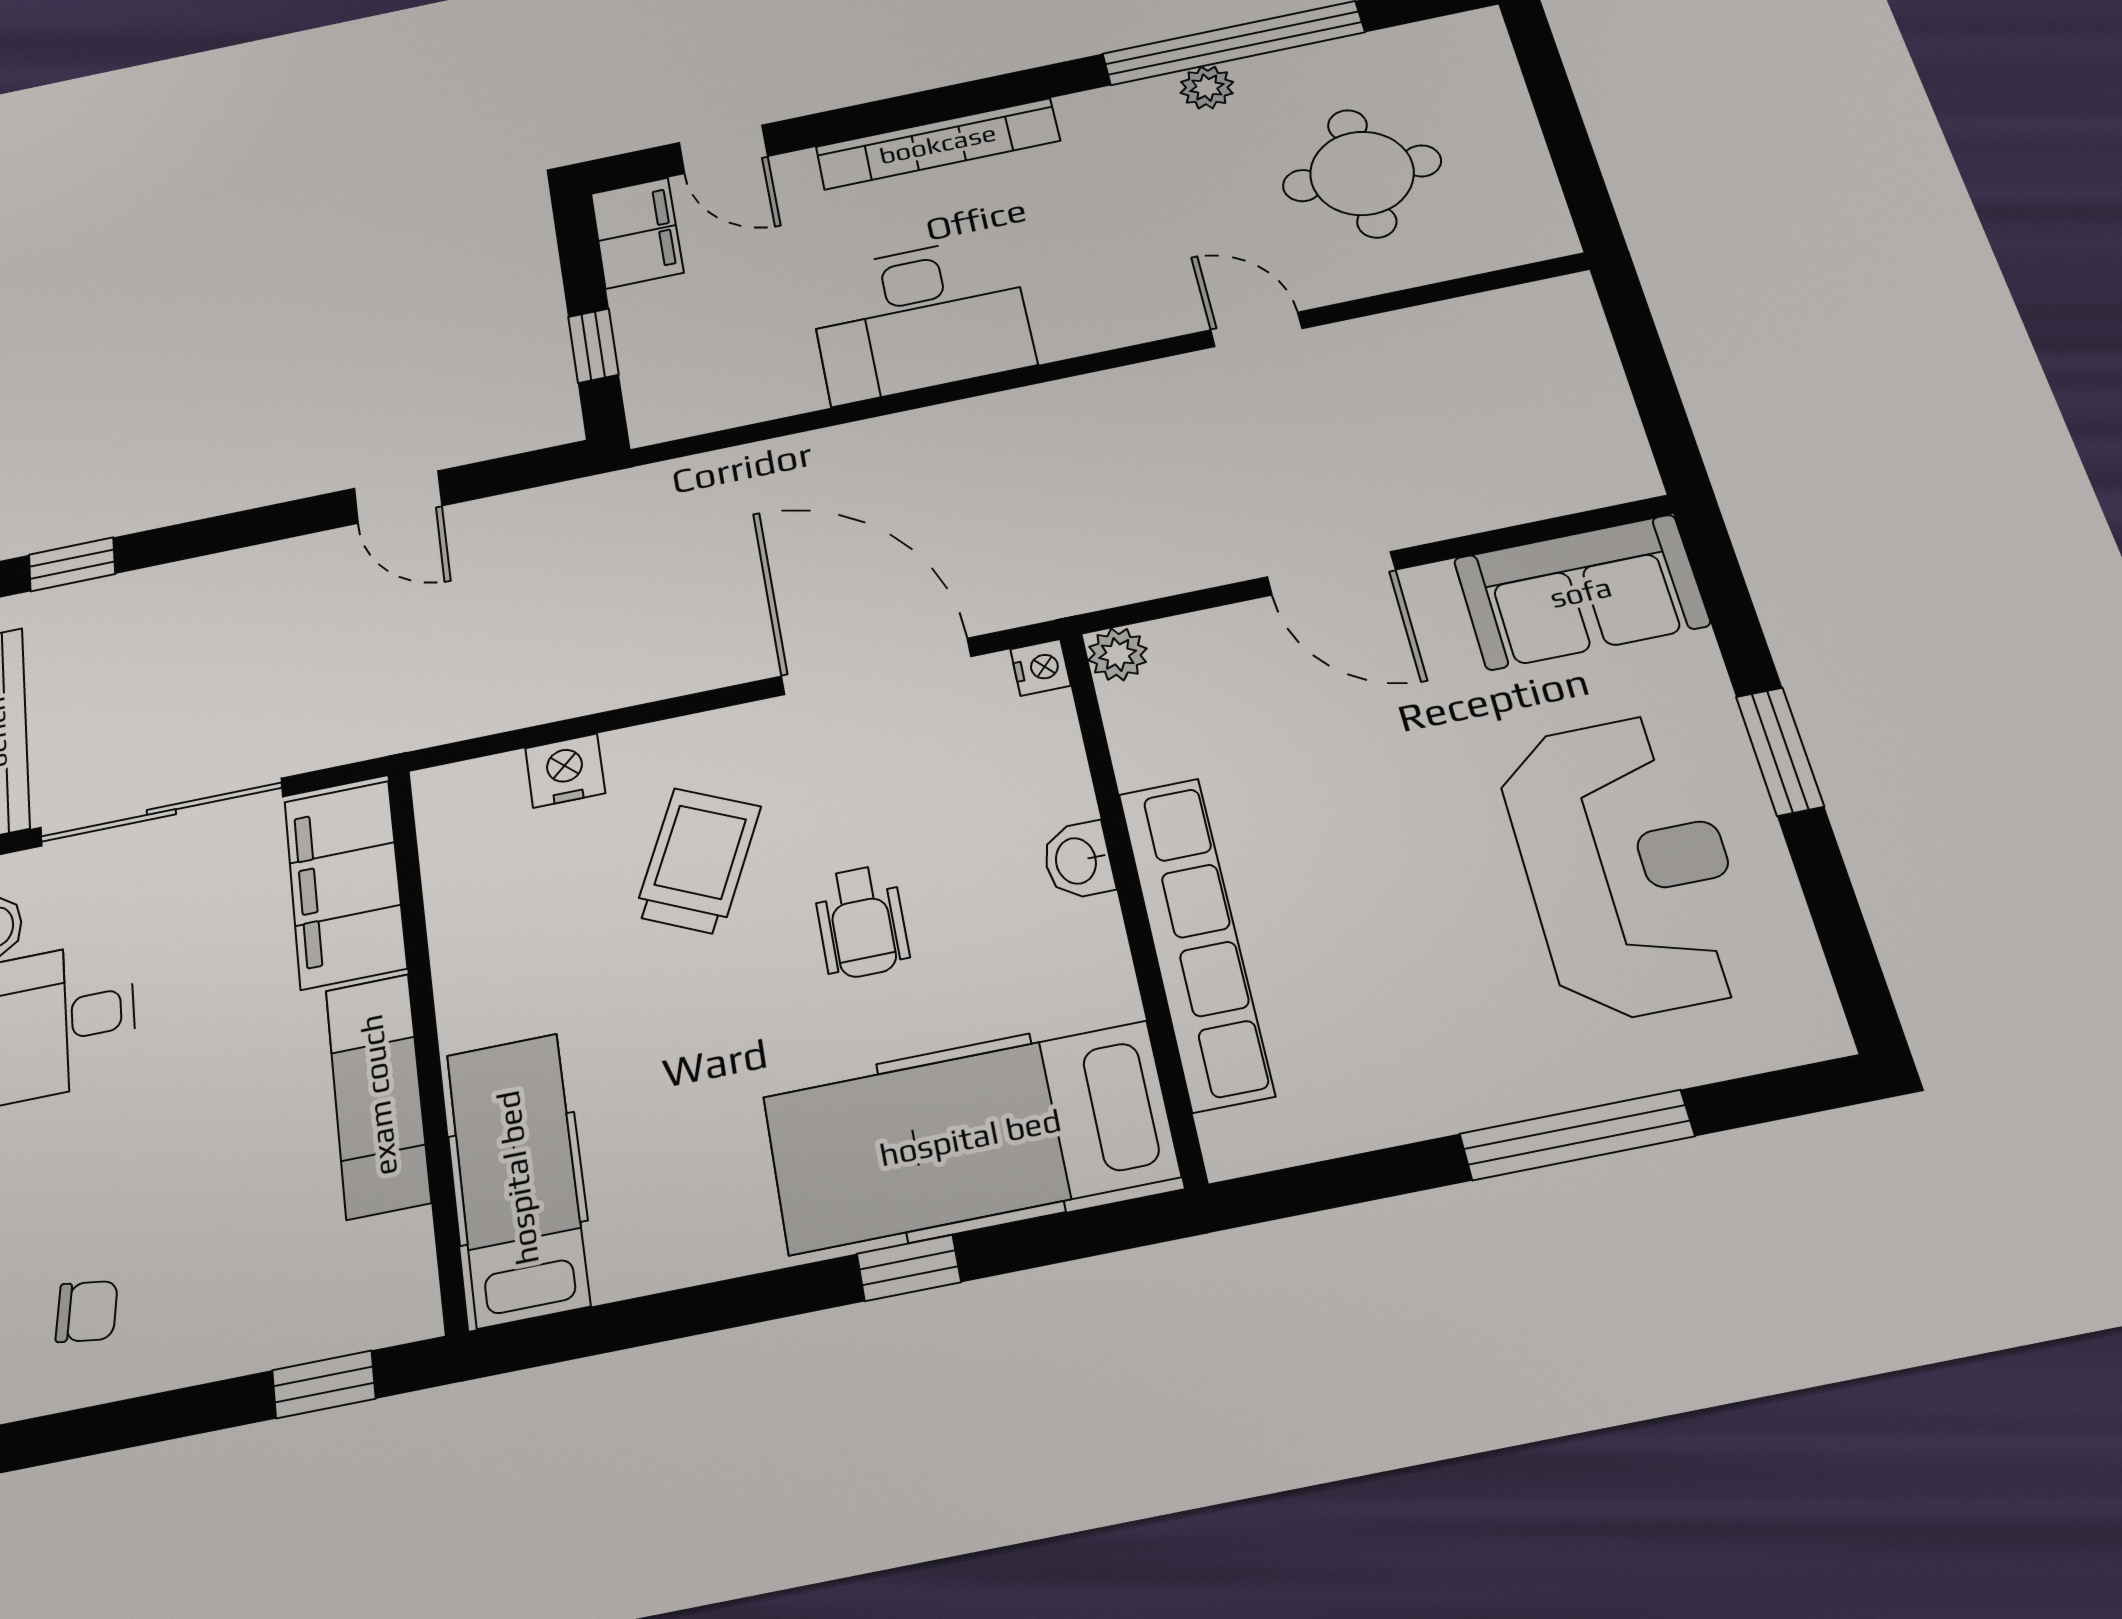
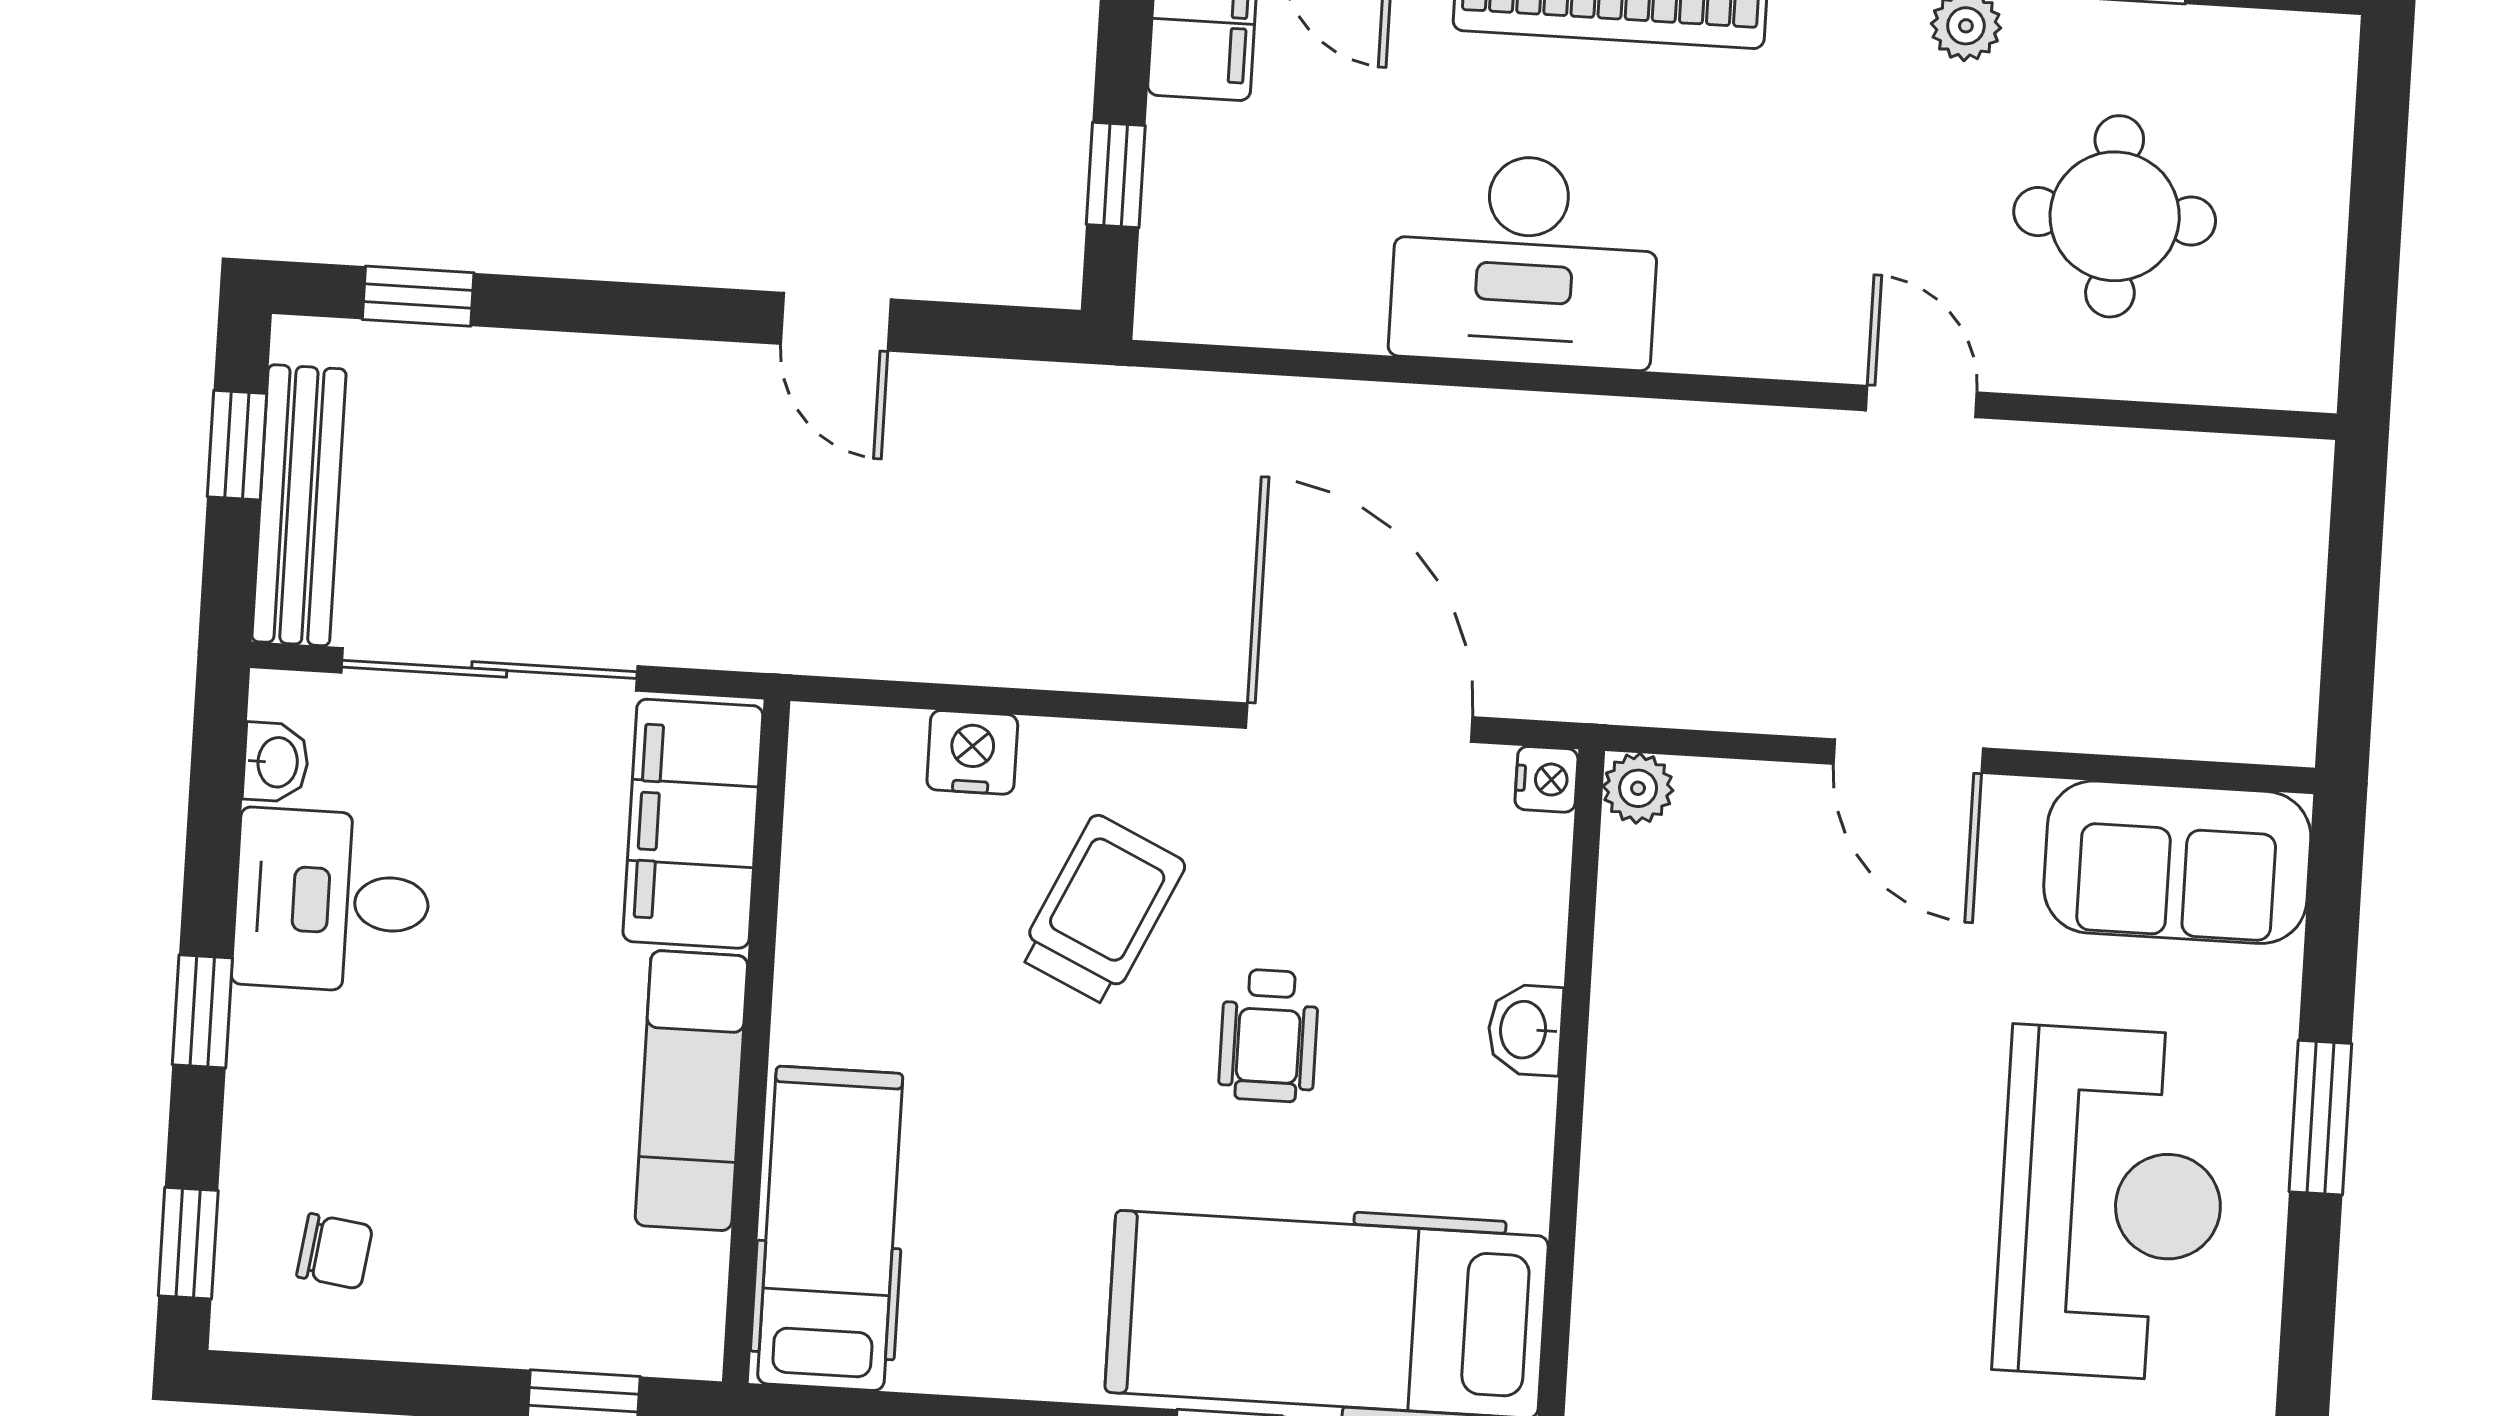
row of seats: (1195, 942) -> (1626, 1161), removed

